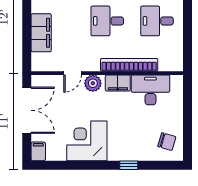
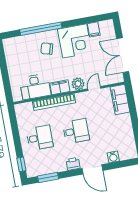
filing cabinet: (41, 33) -> (120, 100), moved
chair: (167, 142) -> (47, 49), moved
filing cabinet: (38, 151) -> (94, 29), moved
window: (129, 165) -> (41, 29), width x3.17

